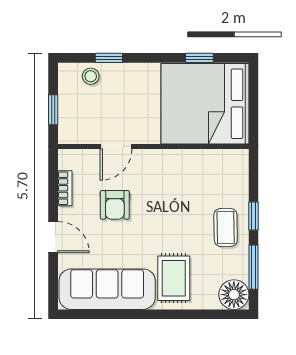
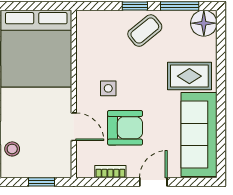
side table: (160, 186) -> (108, 88), added
armchair: (115, 205) -> (125, 128), width x1.38, depth x1.38
coffee table: (226, 227) -> (145, 31), turned -38

